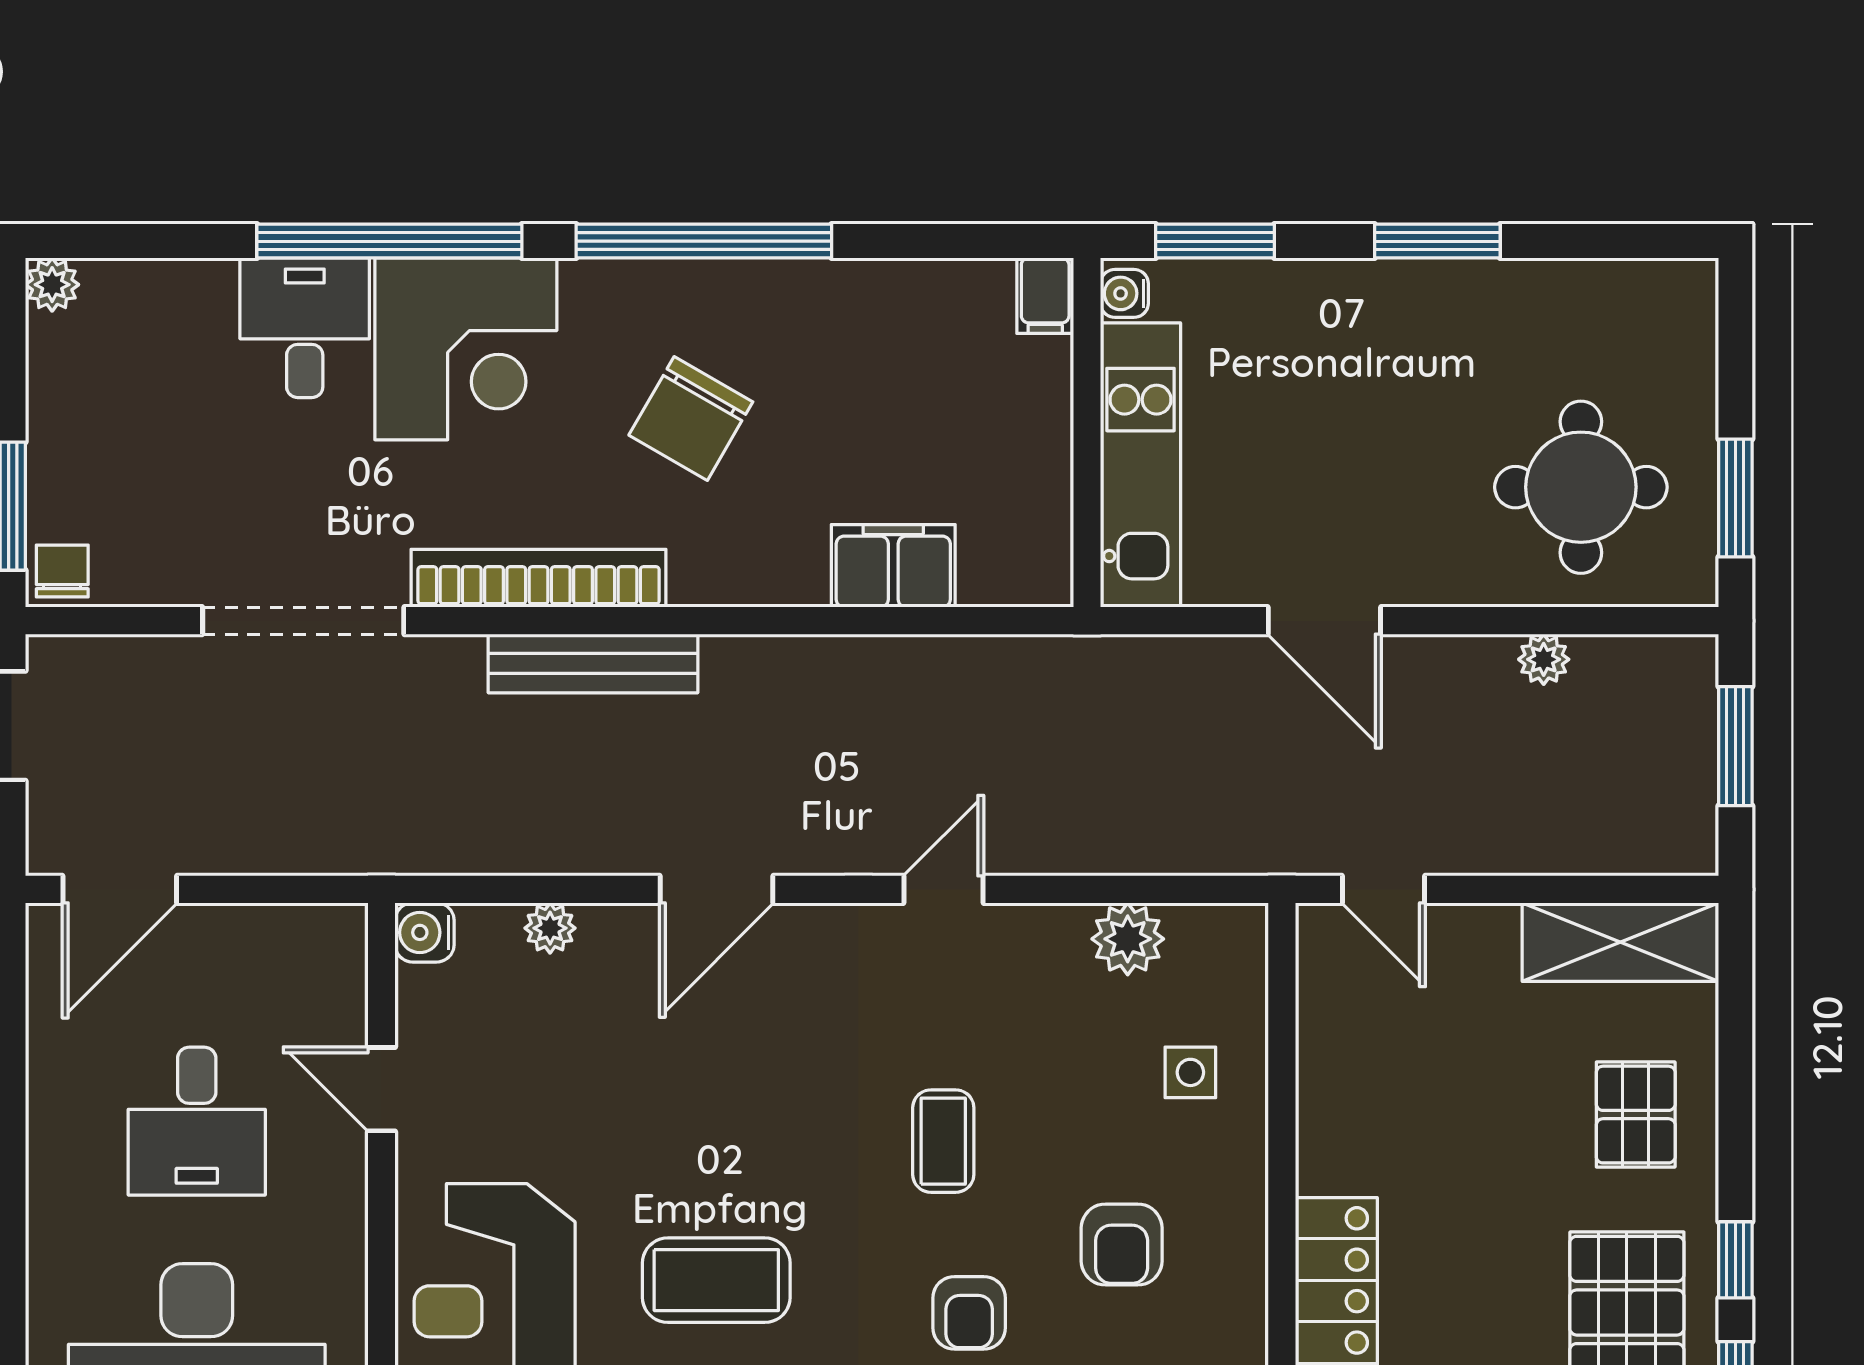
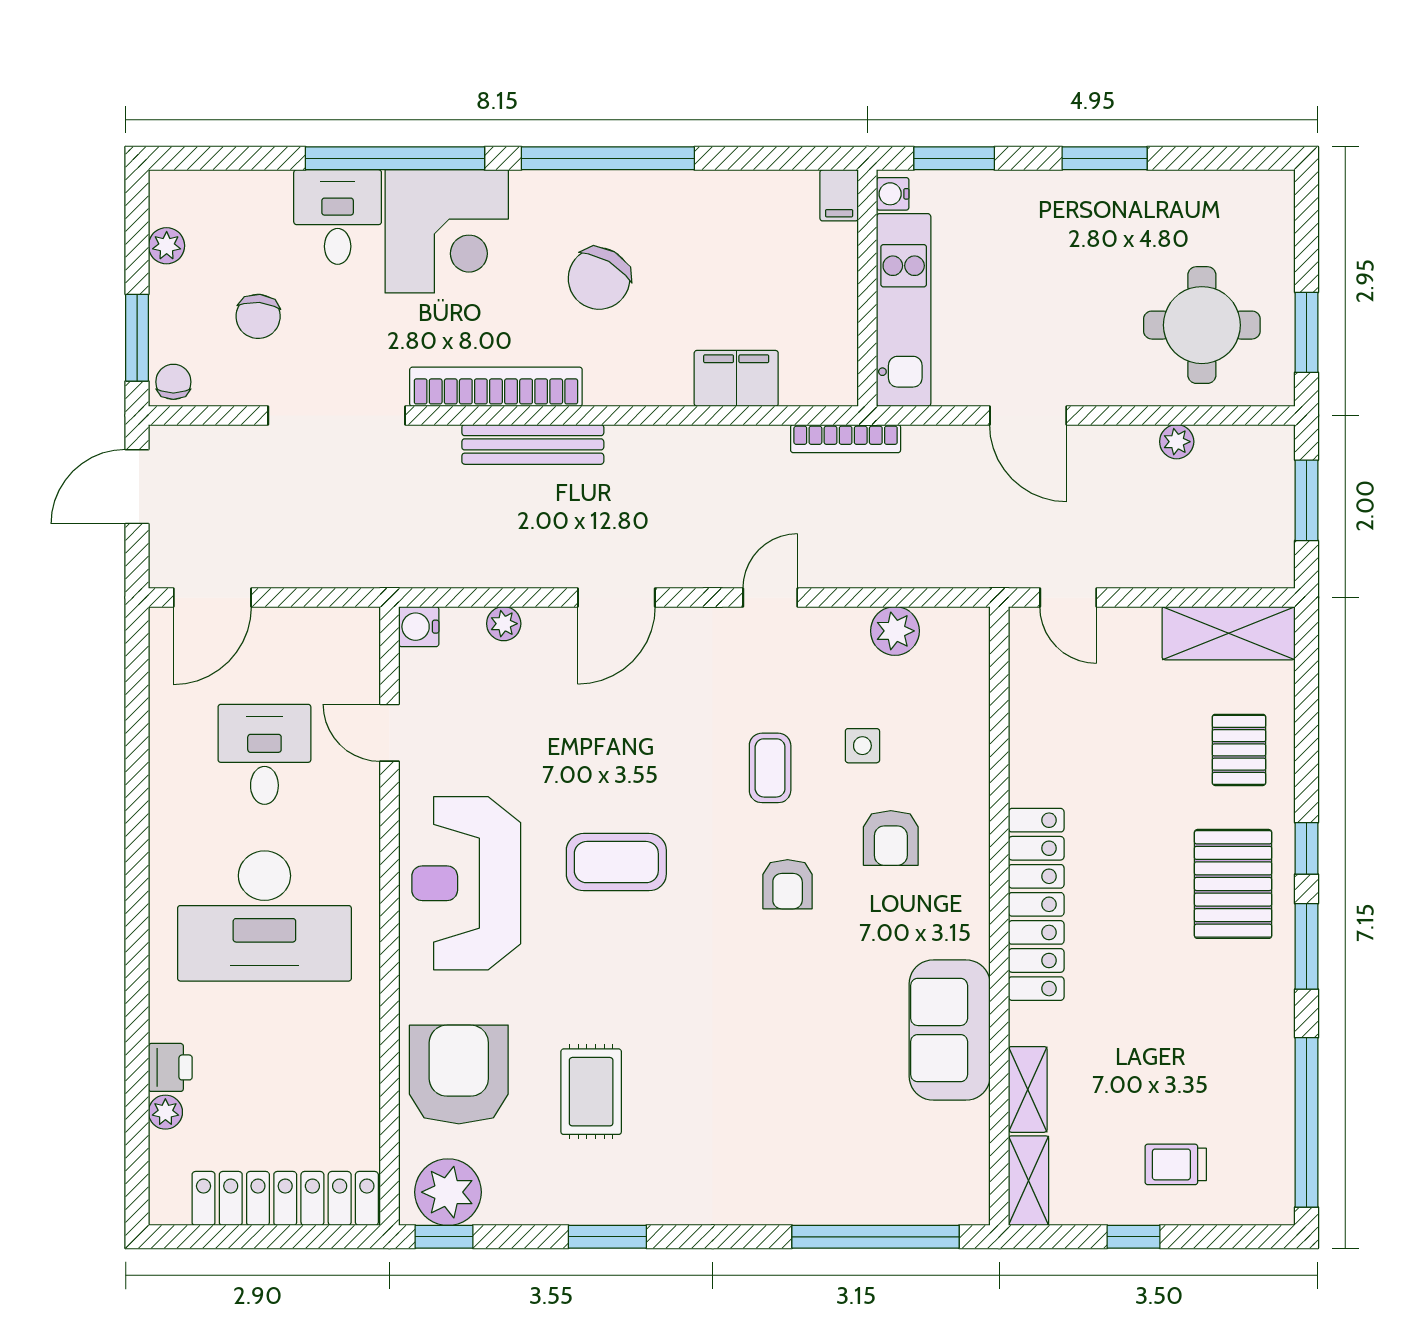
plant: (52, 285) -> (167, 246), moved
chair: (187, 474) -> (258, 316), added
bookcase: (1055, 655) -> (846, 439), added
side table: (1190, 1072) -> (862, 746), moved
desk: (197, 1121) -> (264, 754), turned 180

